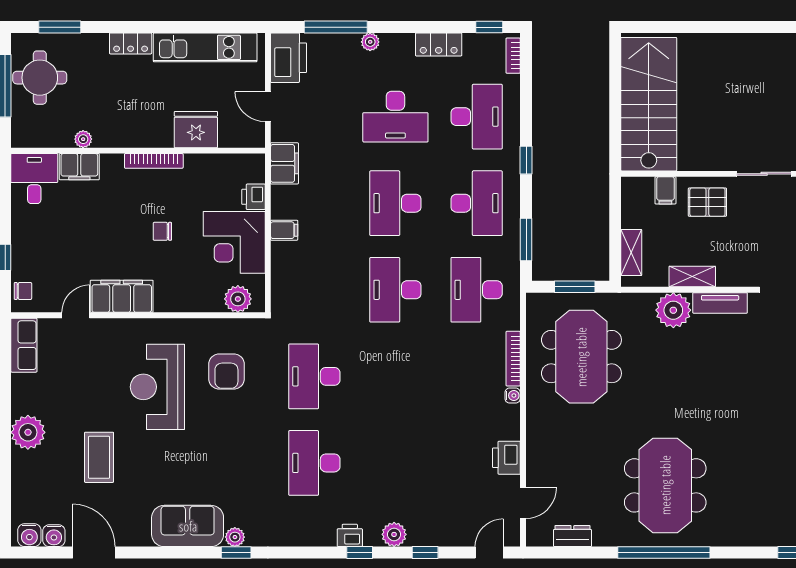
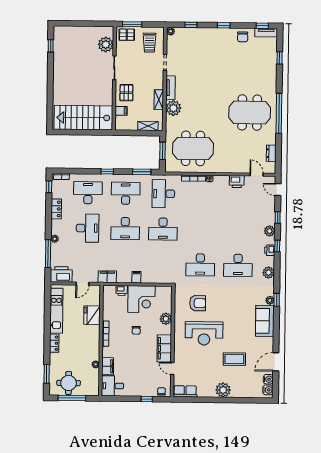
desk: (477, 290) -> (163, 194), turned 90
plant: (238, 299) -> (166, 319), moved
plant: (299, 533) -> (269, 273), added

